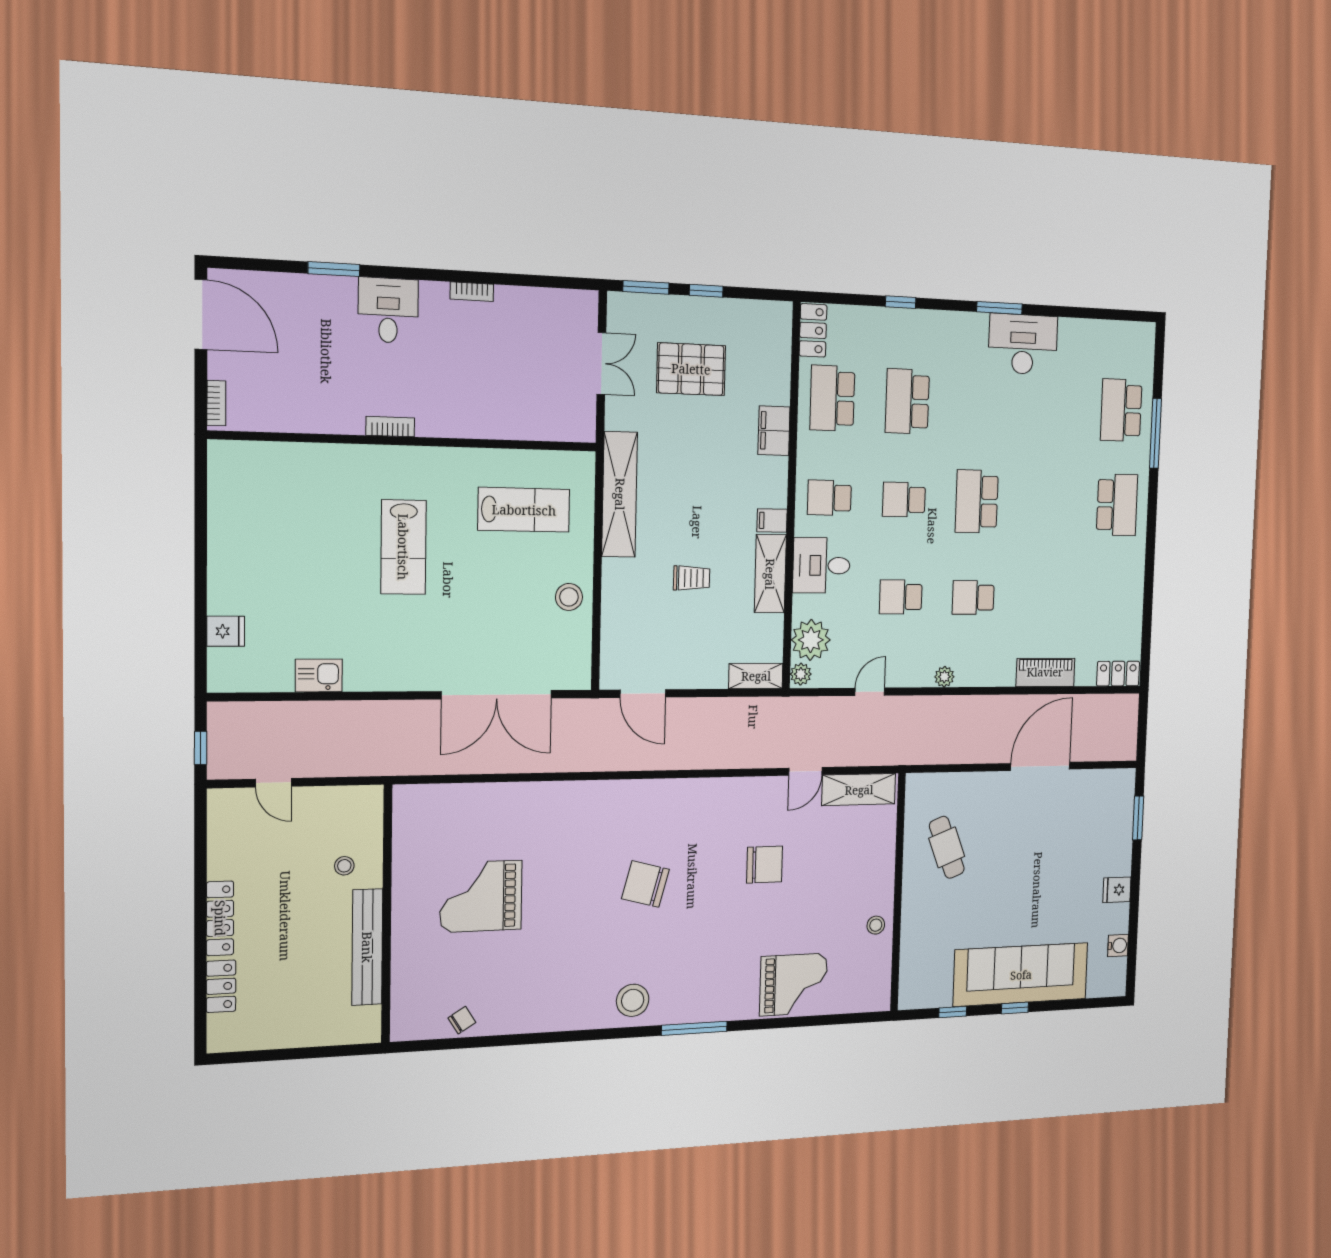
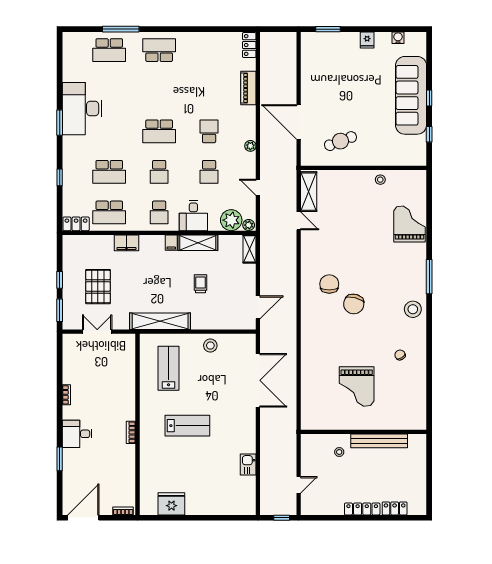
desk: (1023, 344) -> (82, 109), width x1.36, depth x1.30
school desk: (973, 598) -> (209, 131), turned 180
fridge: (226, 631) -> (171, 504), moved, width x1.88, depth x1.34
door: (1040, 766) -> (299, 122), moved
chair: (765, 865) -> (329, 284), moved
chair: (462, 1020) -> (400, 355), moved

